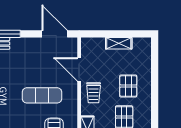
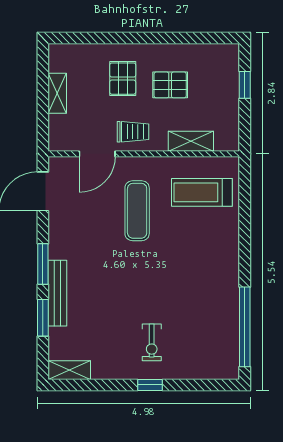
pallet: (128, 86) -> (123, 79), turned 90

